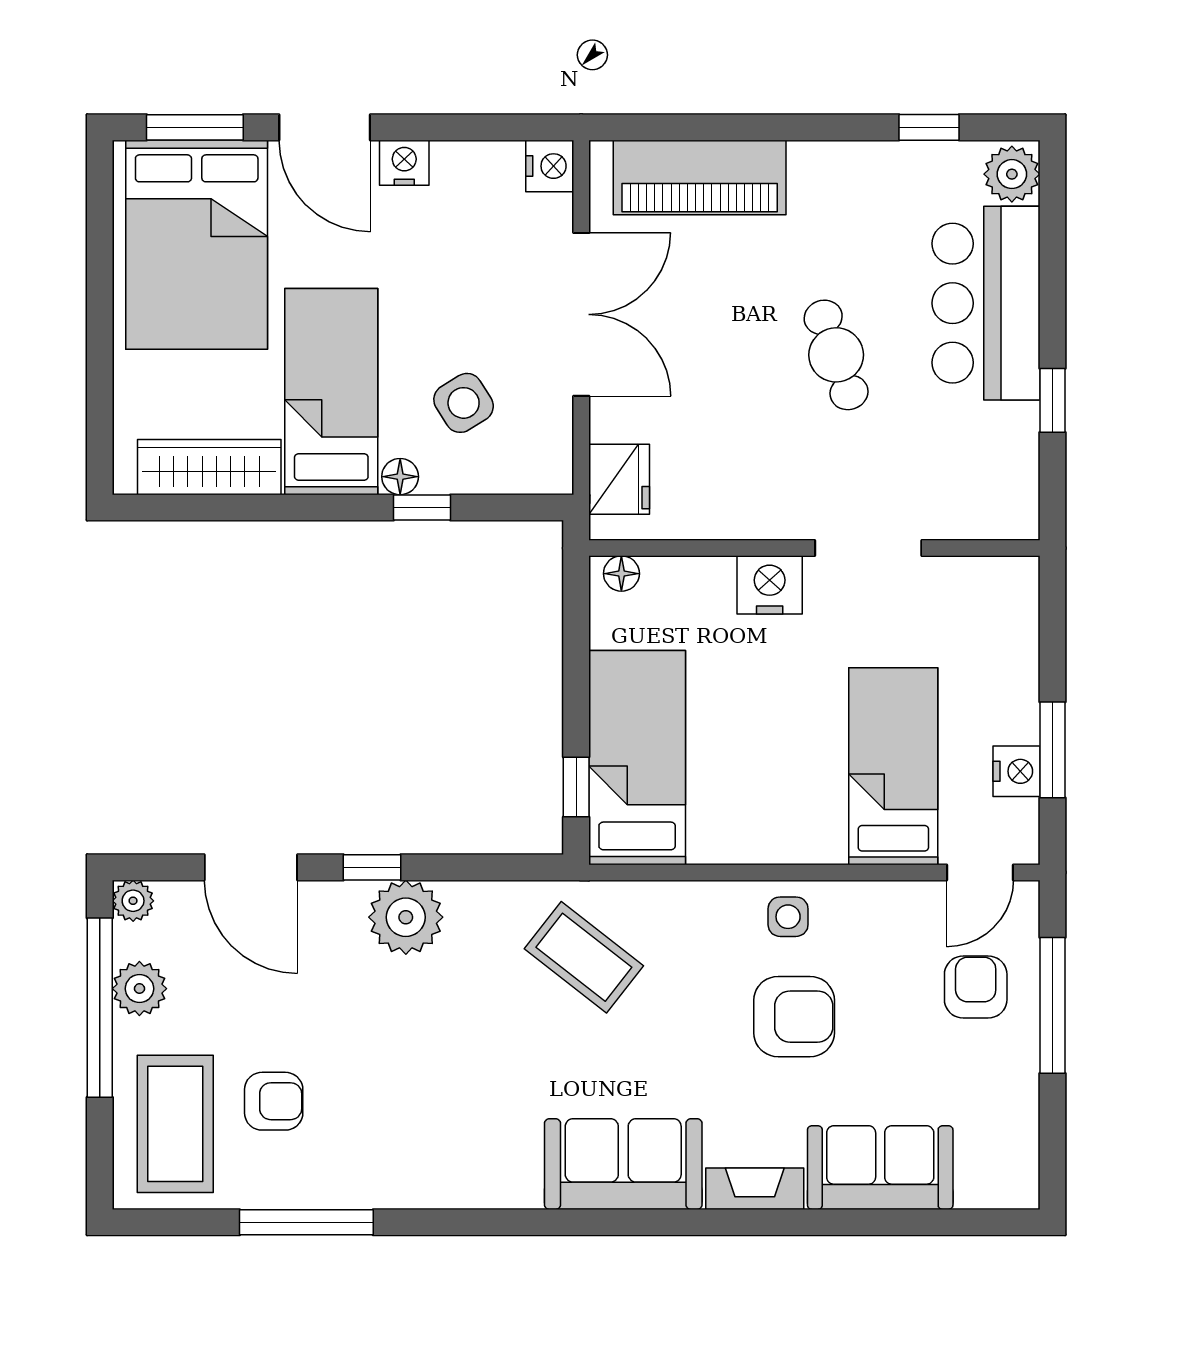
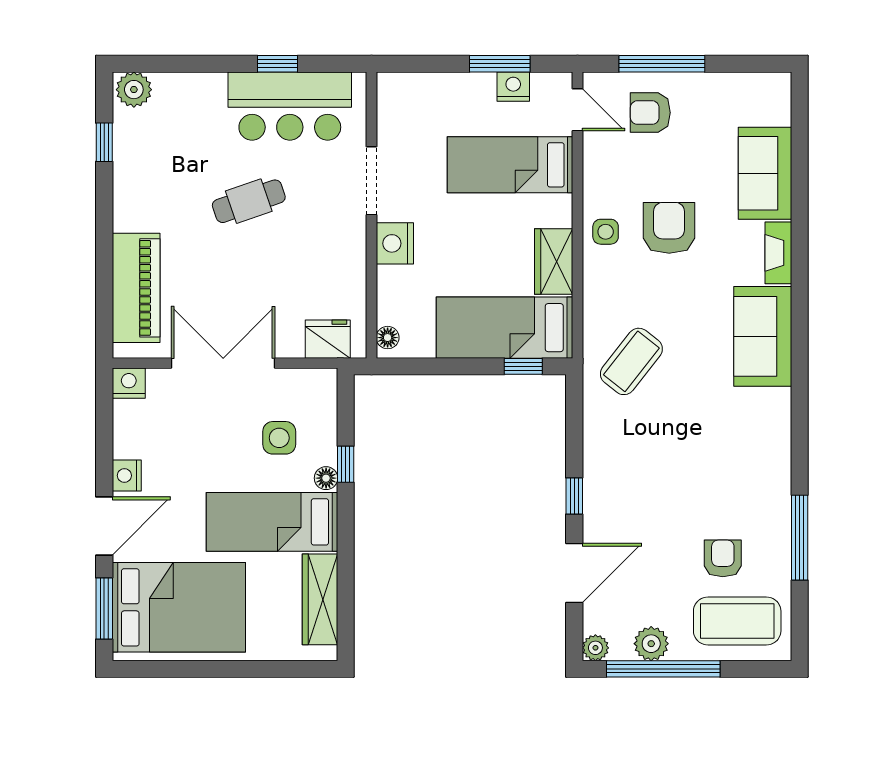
bar counter: (986, 303) -> (290, 106), moved
side table: (464, 403) -> (279, 438), turned 32
wardrobe: (741, 835) -> (554, 262), added
plant: (406, 917) -> (606, 475), removed

